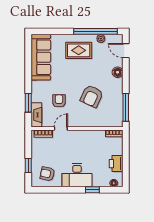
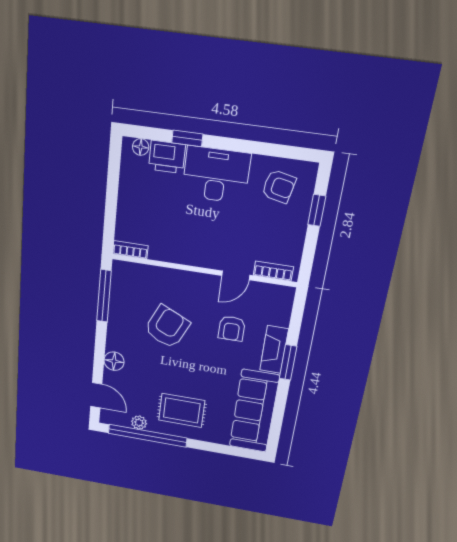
window: (28, 103) -> (288, 362), moved
fireplace: (36, 115) -> (274, 350), moved
printer: (116, 164) -> (167, 157), moved, turned 90

